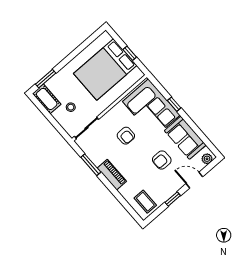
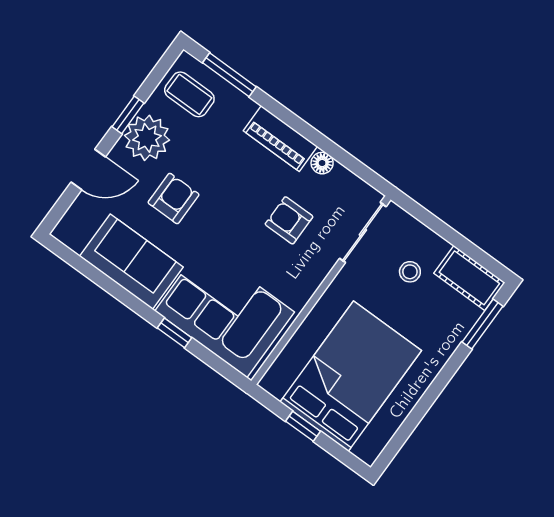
armchair: (126, 136) -> (289, 220), moved
plant: (207, 159) -> (147, 138), moved, width x1.87, depth x1.87
floor lamp: (97, 161) -> (322, 163), added
window: (91, 165) -> (229, 75), moved

